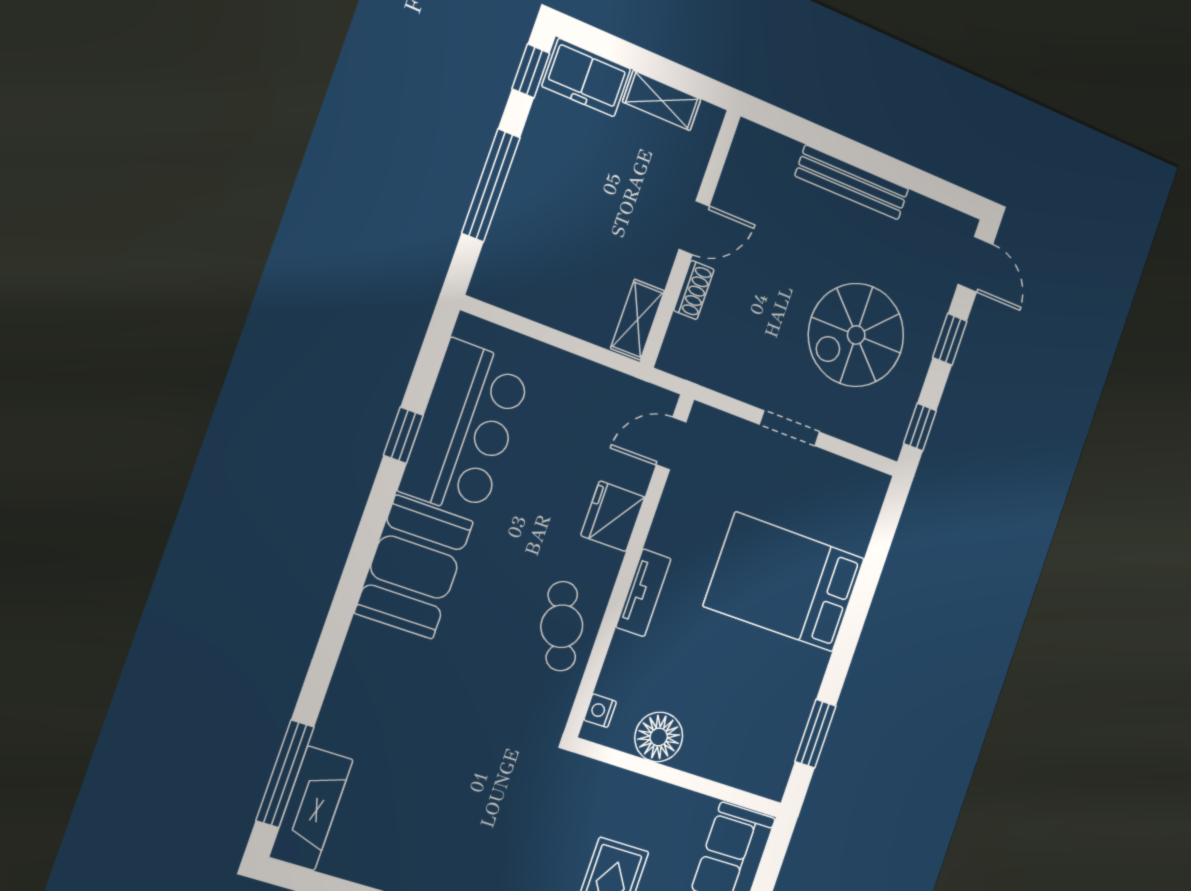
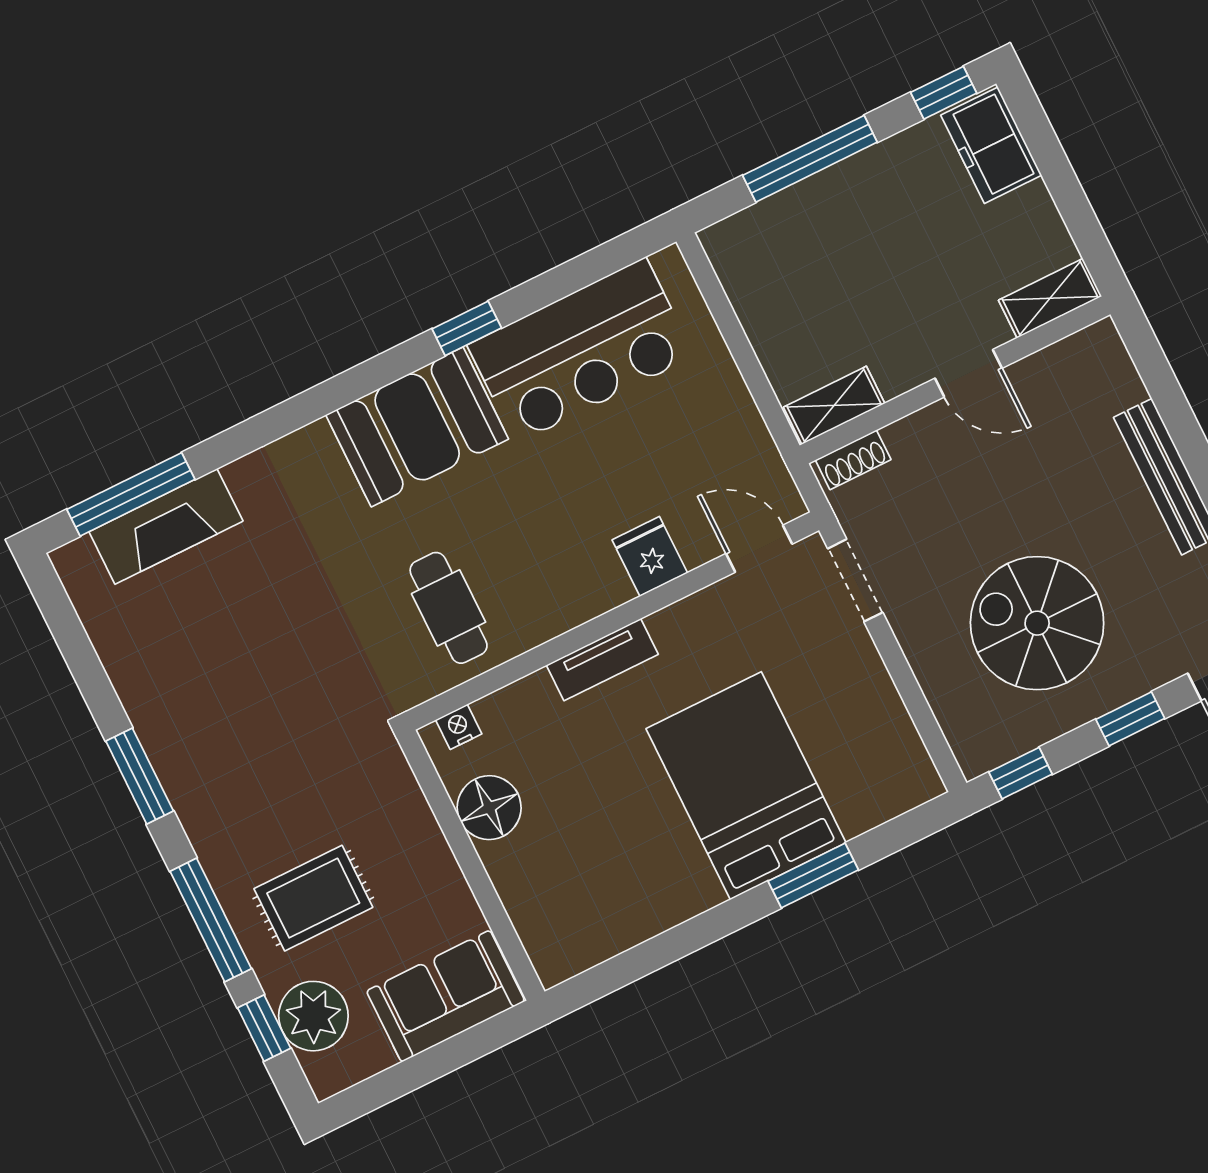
shelving: (662, 101) -> (1050, 298), moved, turned 90
shoe rack: (694, 290) -> (853, 460), moved
doorway: (789, 428) -> (855, 580), moved
window: (403, 435) -> (467, 328), moved
fridge: (613, 516) -> (650, 556), width x0.72
cafe table: (562, 626) -> (449, 608), moved, turned -72
window: (815, 734) -> (813, 876), moved
fireplace: (311, 808) -> (166, 526), moved

